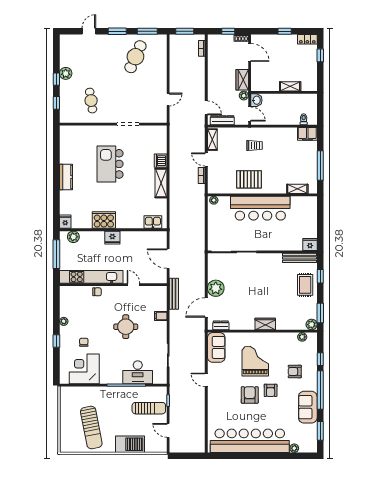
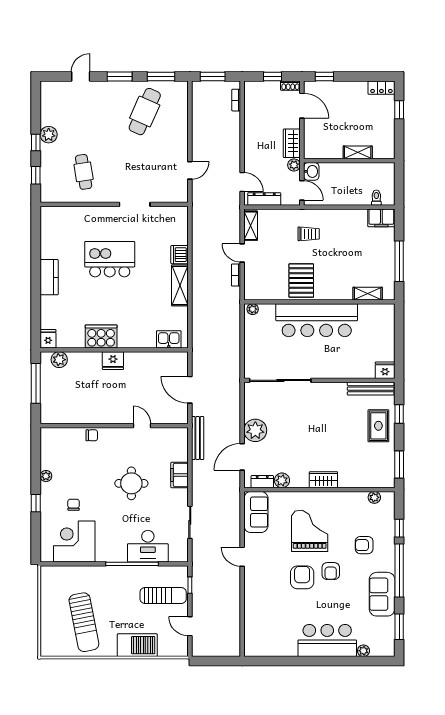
window: (285, 31) -> (324, 77), moved
kitchen island: (110, 164) -> (110, 259), turned 90
pallet: (249, 179) -> (301, 281), turned 90
kitchen unit: (91, 277) -> (84, 415), removed
filing cabinet: (161, 316) -> (180, 475), width x2.00
plant: (312, 325) -> (282, 480), moved
bar counter: (250, 441) -> (327, 640), width x0.54

